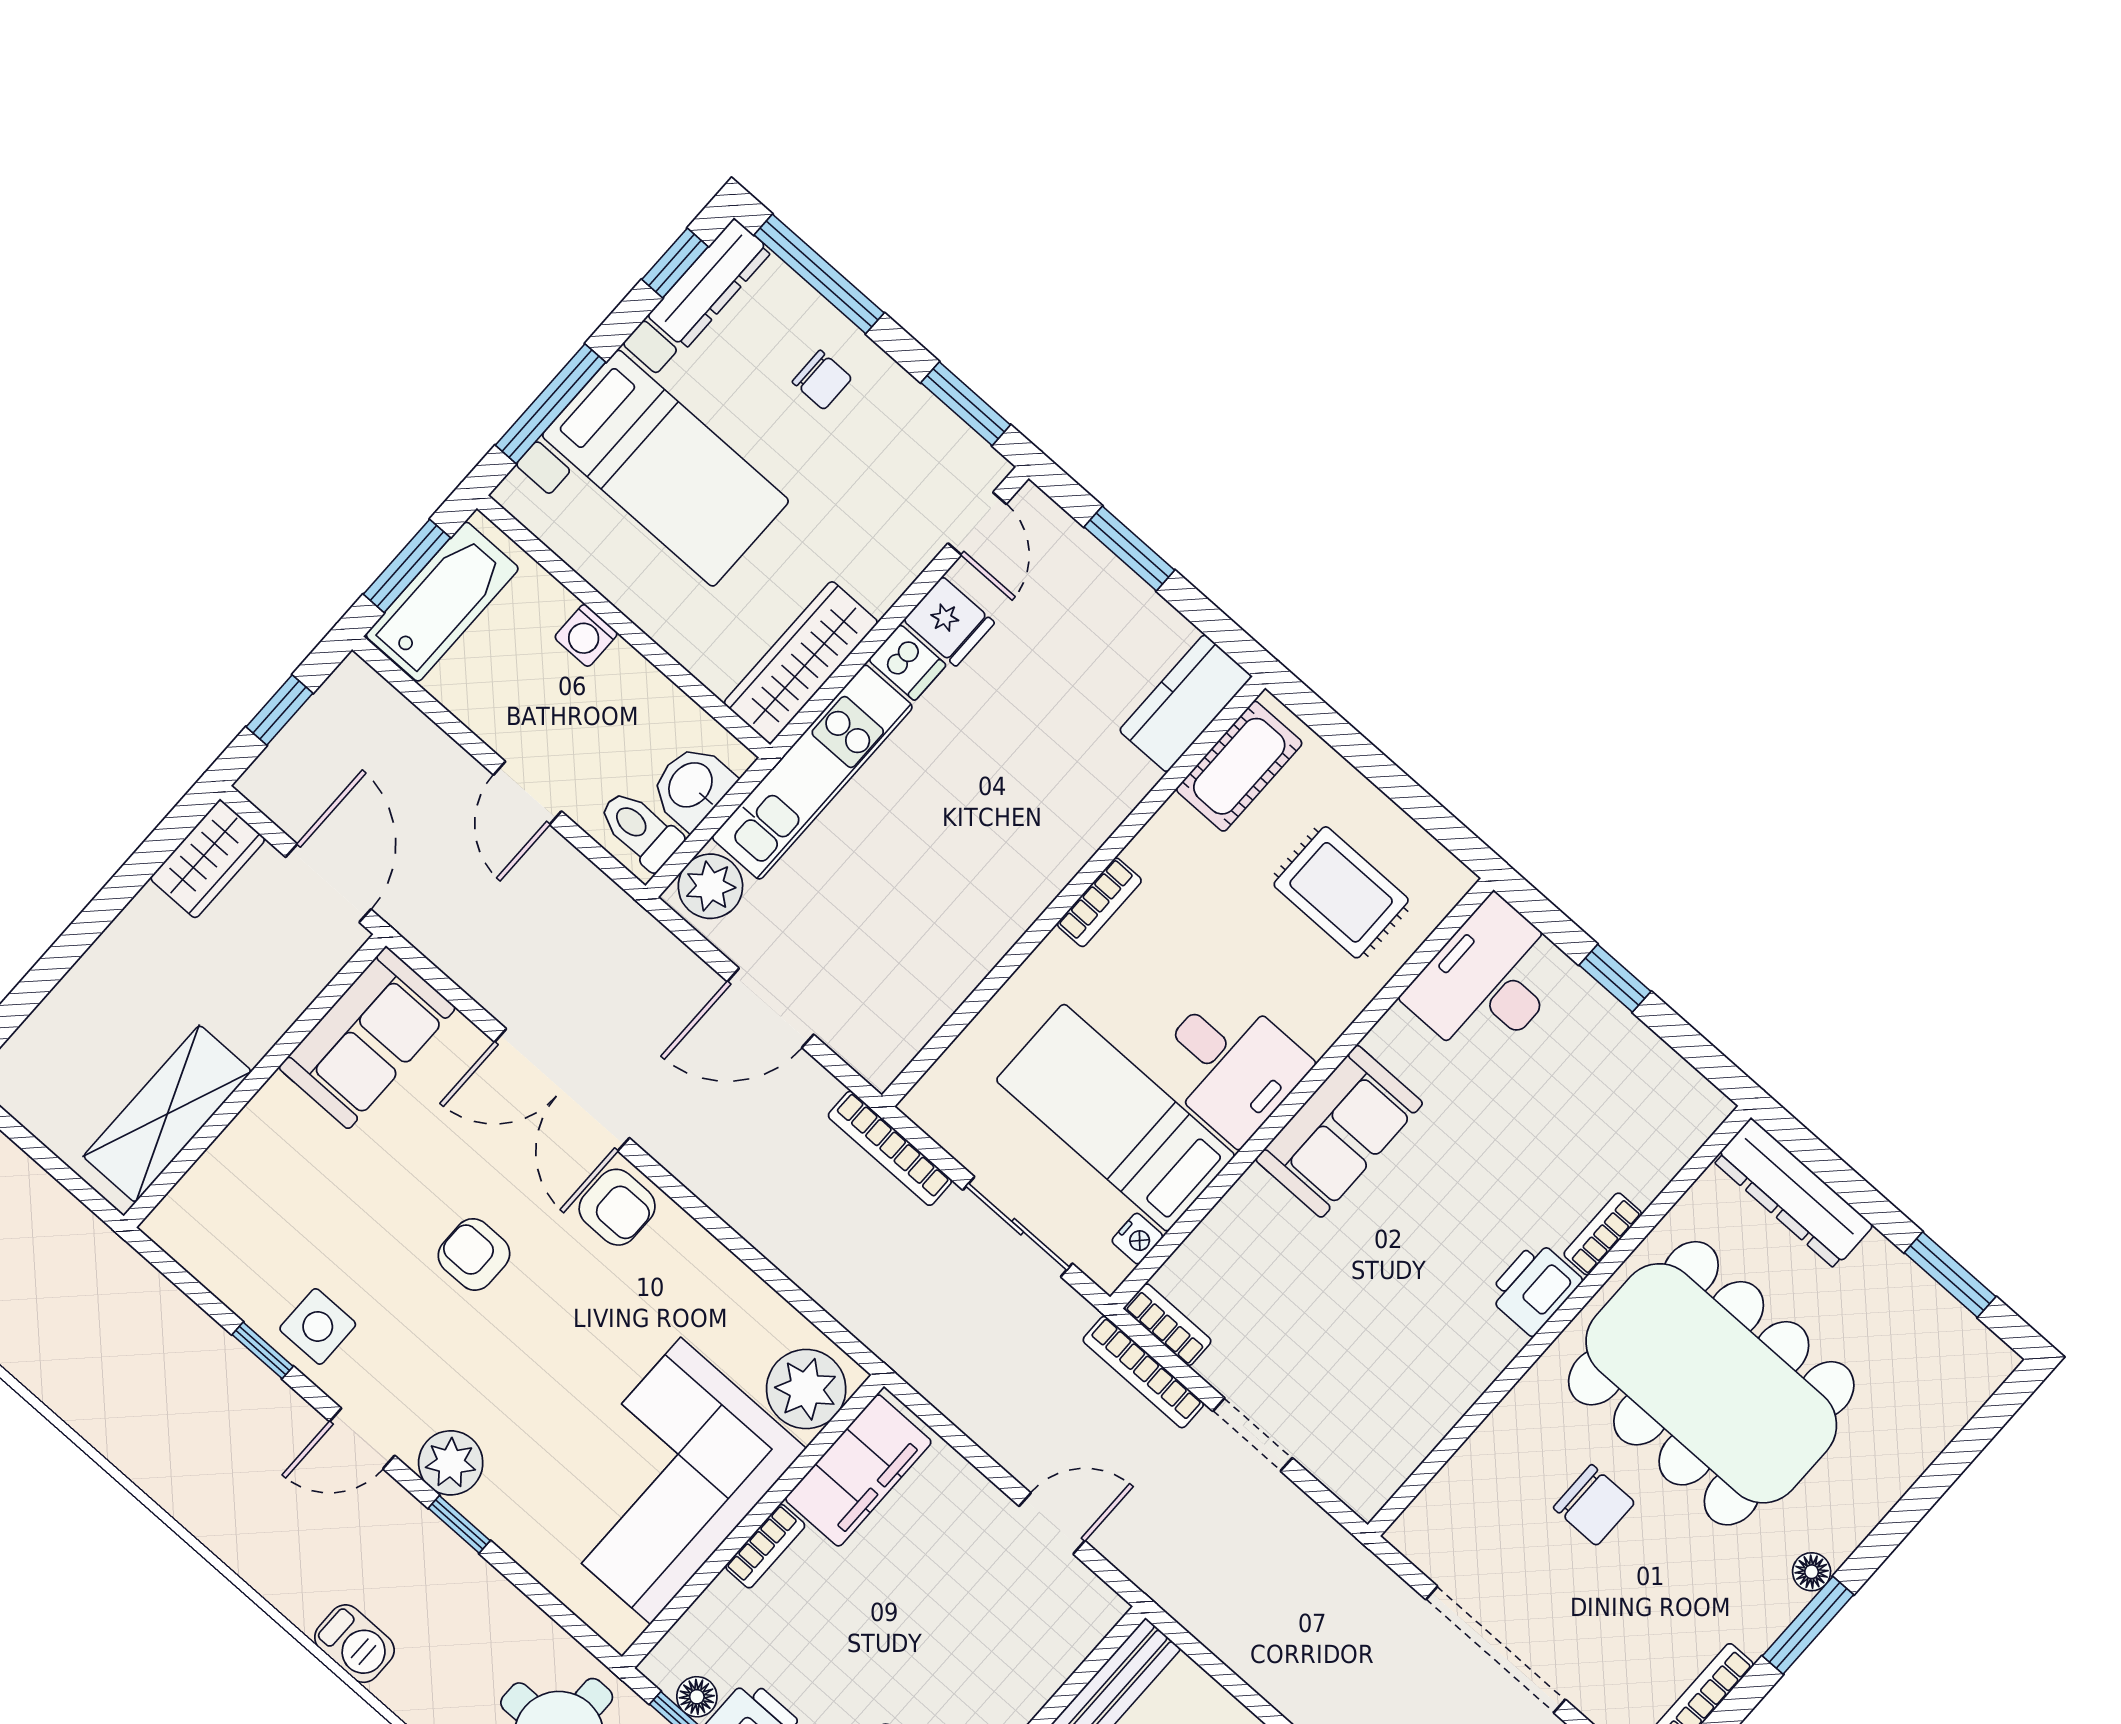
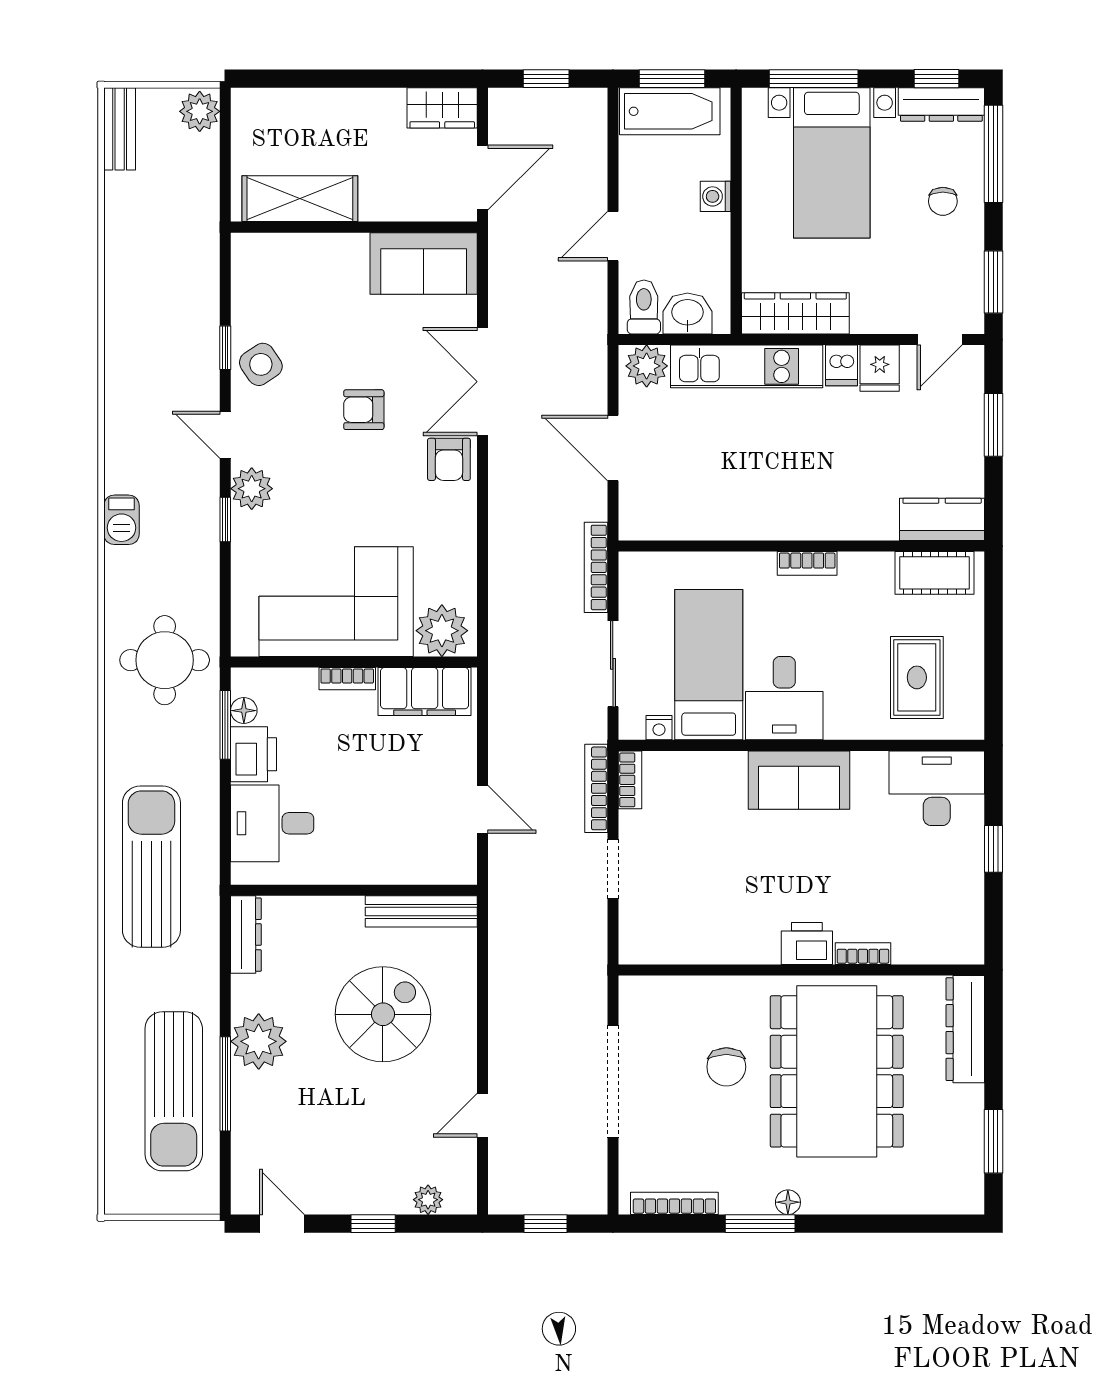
armchair: (474, 1254) -> (364, 410), turned -90
side table: (318, 1326) -> (261, 364), turned -34

